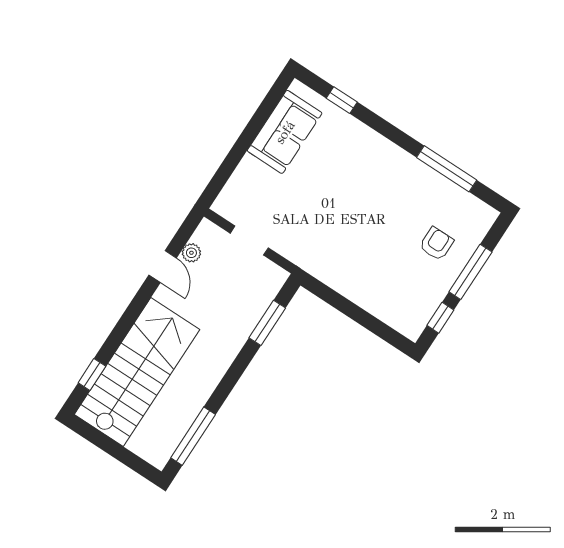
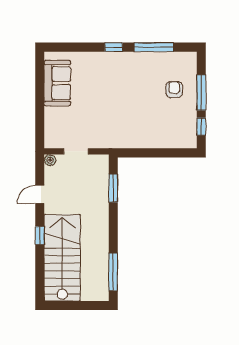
window: (342, 100) -> (114, 47), moved
plant: (191, 253) -> (50, 160), moved
door: (163, 266) -> (40, 194), swing flipped
window: (92, 375) -> (40, 235), moved

